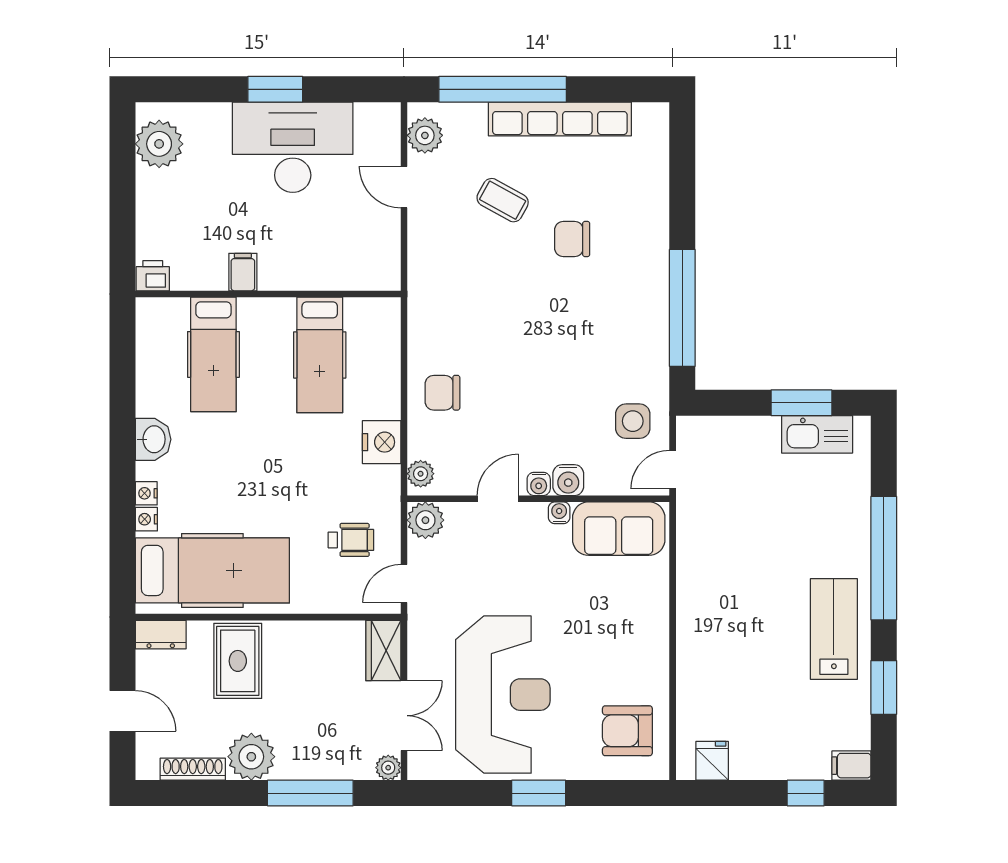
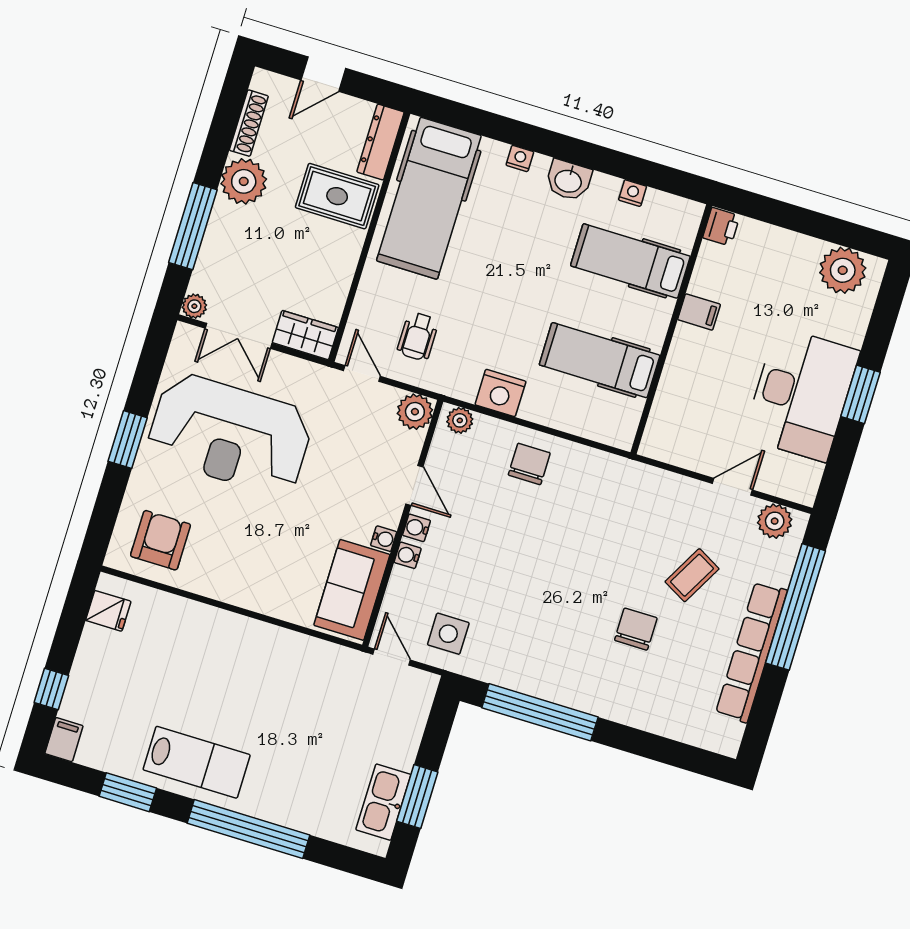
water cooler: (568, 480) -> (408, 555), width x0.72, depth x0.72
nightstand: (146, 519) -> (633, 193), moved
dresser: (161, 635) -> (381, 142), width x1.44

